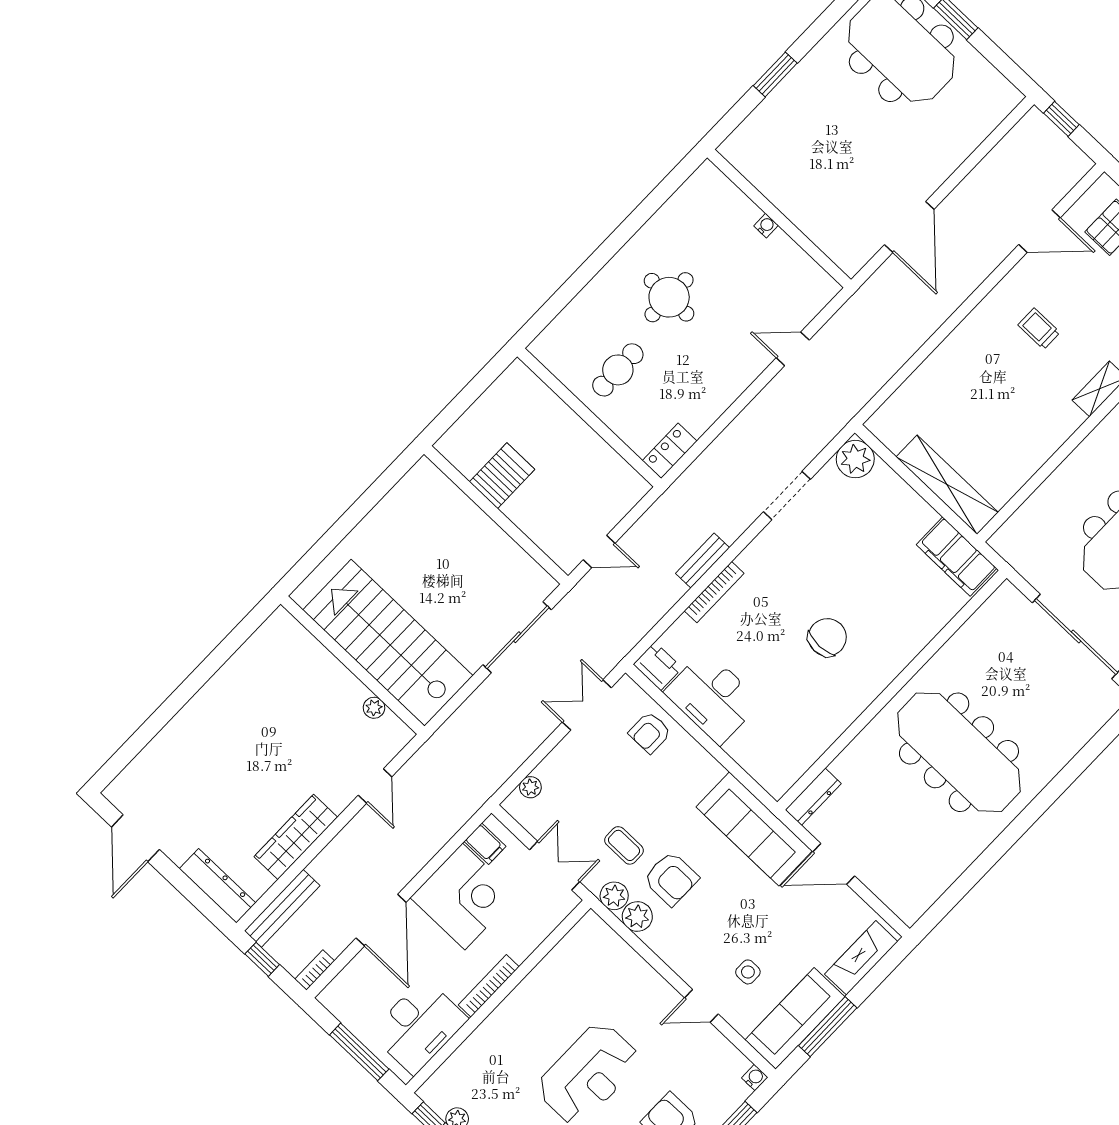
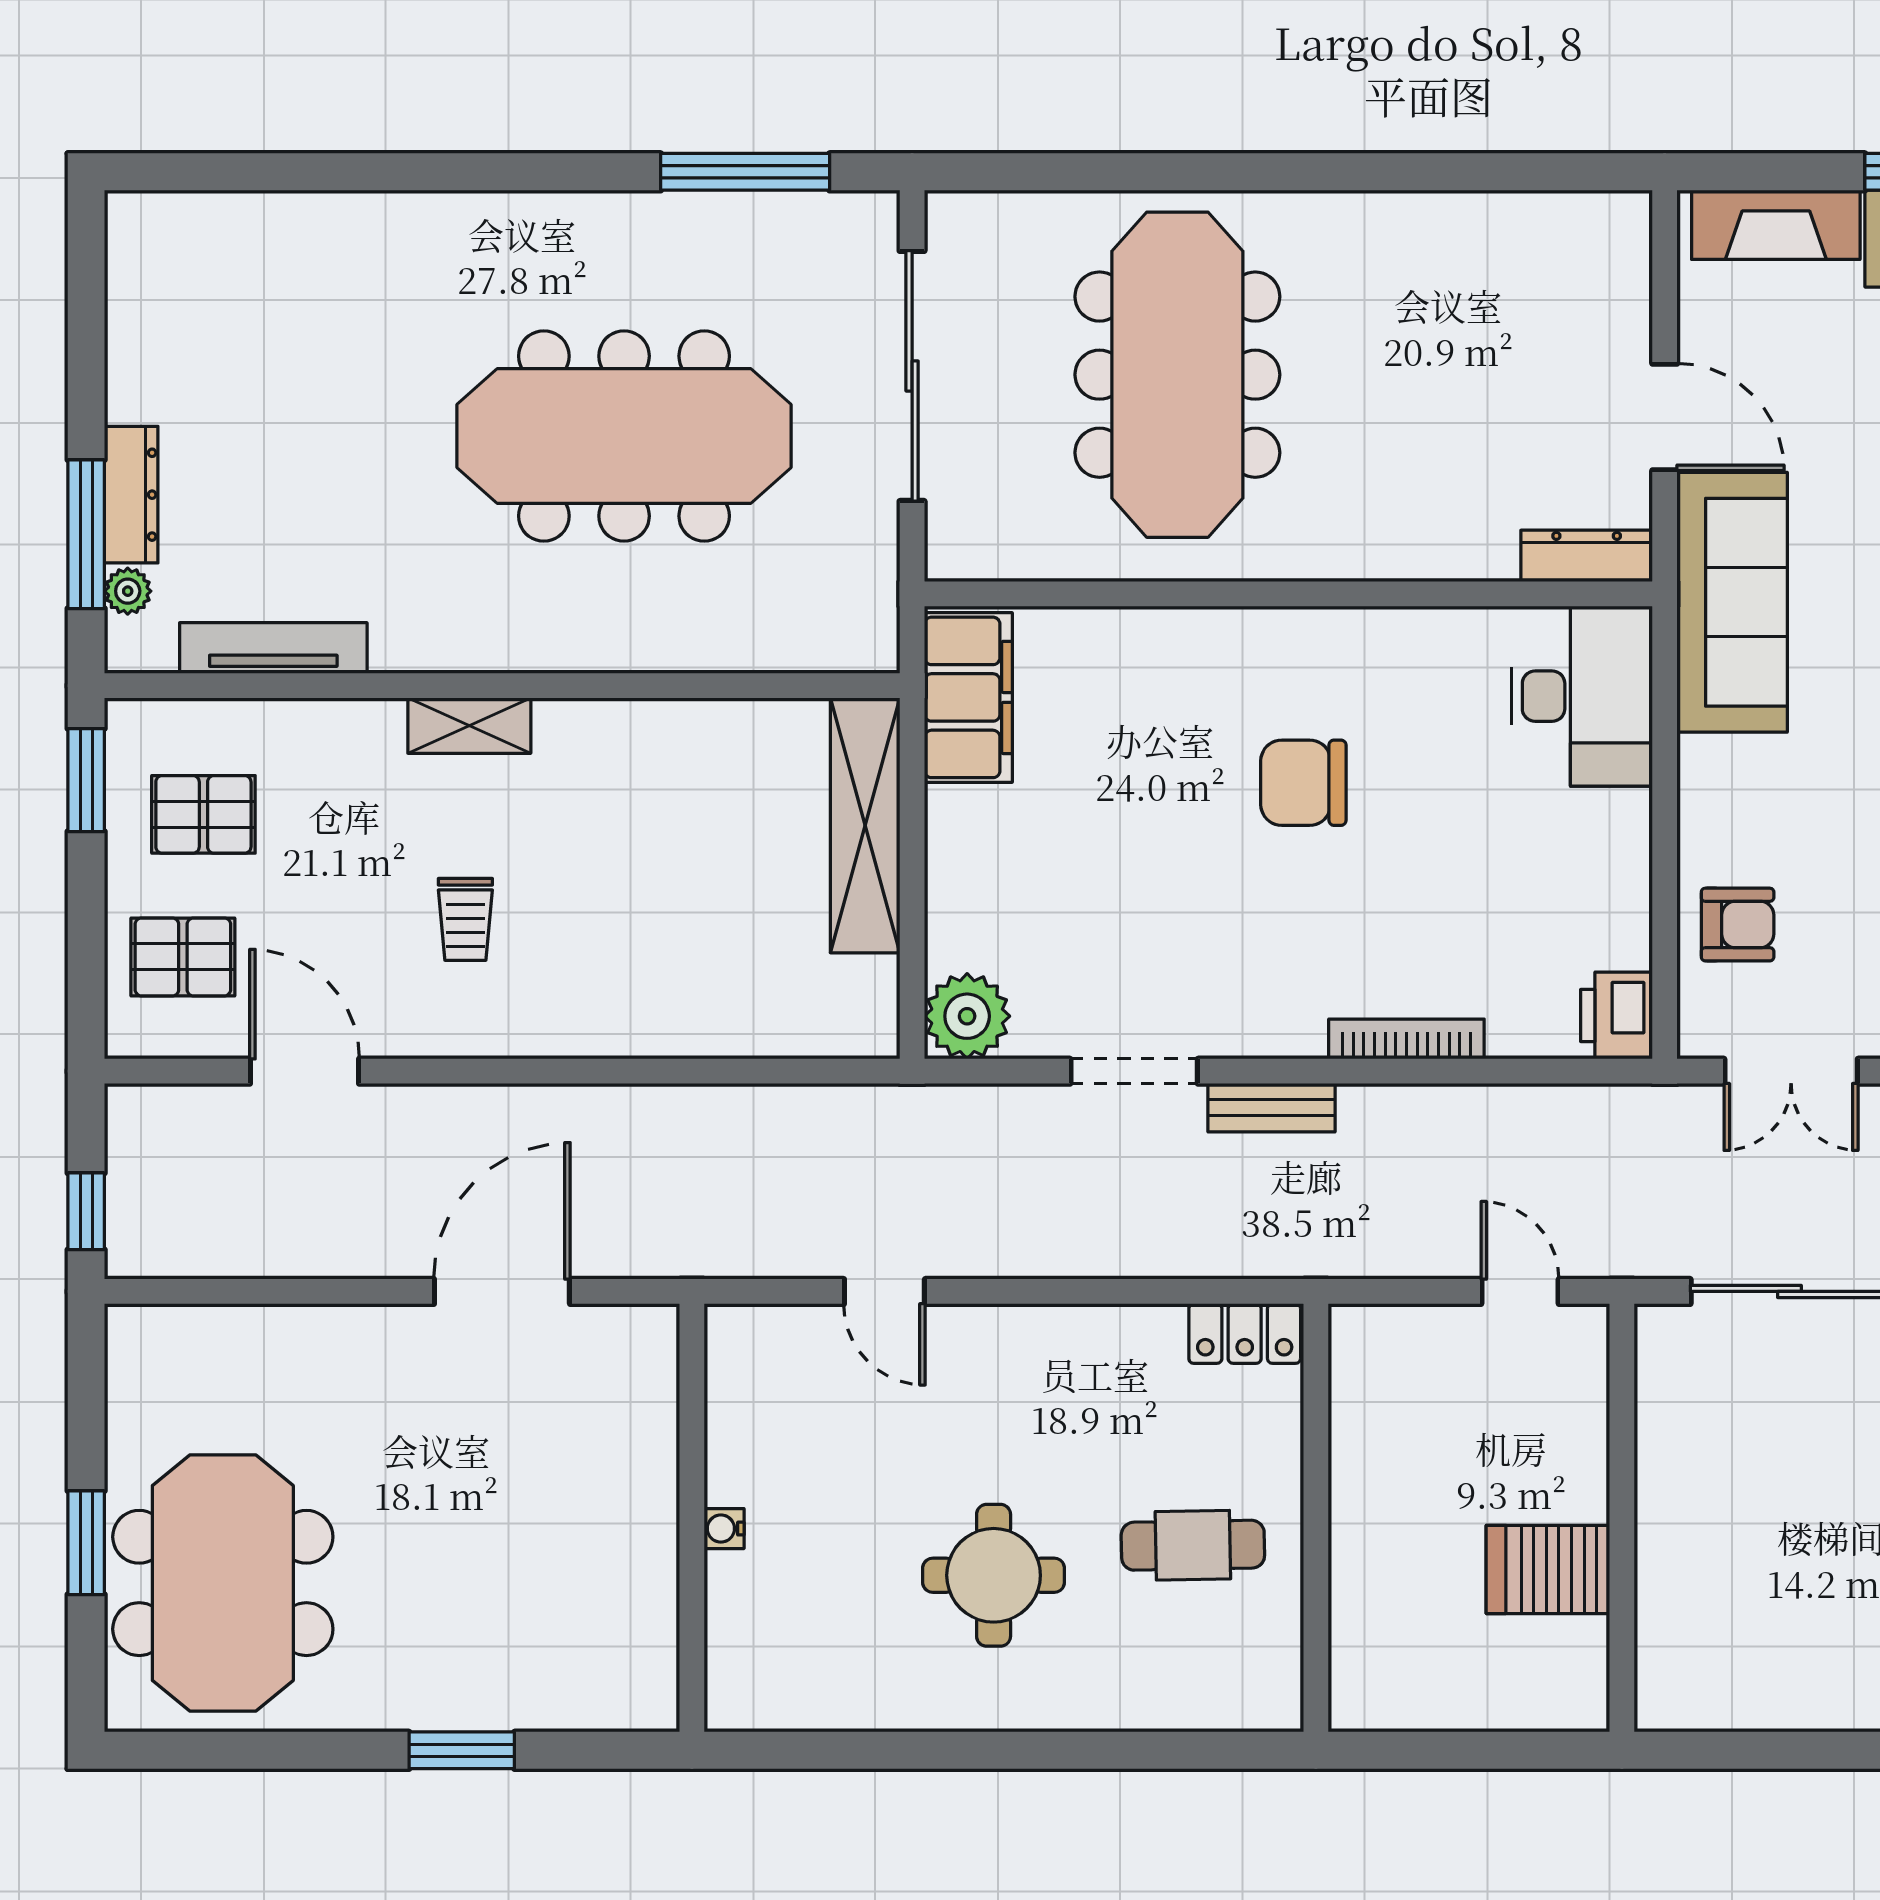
bench: (703, 561) -> (1271, 1108), moved
desk: (712, 697) -> (1582, 696), moved
meeting table: (959, 752) -> (1177, 375), moved

